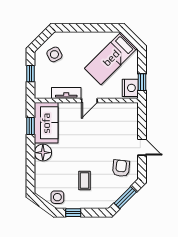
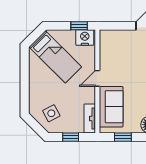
tv unit: (66, 93) -> (90, 119), moved
door: (89, 100) -> (97, 78), swing flipped
sofa: (46, 123) -> (111, 107), moved, turned 90

